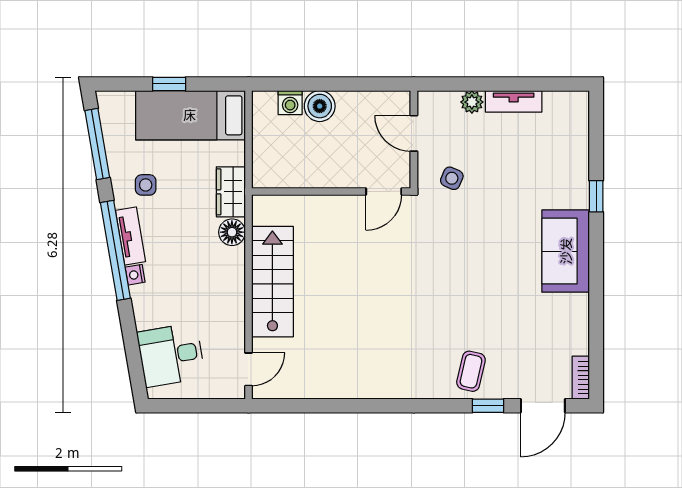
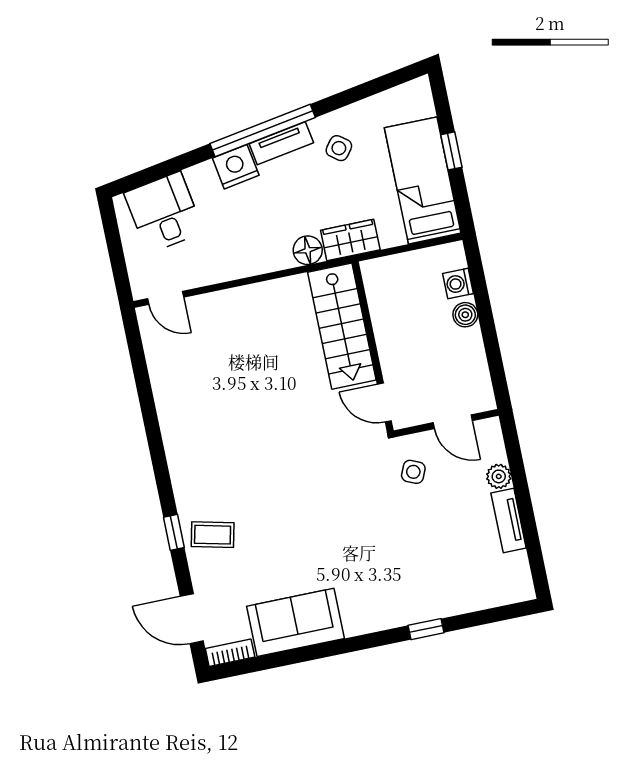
boiler: (320, 106) -> (465, 315), width x0.73, depth x0.73
door: (414, 133) -> (453, 422), swing flipped
window: (97, 144) -> (372, 88), removed
side table: (146, 185) -> (339, 148), turned 37
sofa: (566, 251) -> (296, 622), moved
nightstand: (135, 275) -> (236, 167), width x1.89, depth x1.79
stairs: (272, 282) -> (342, 326), moved, turned 90
window: (488, 406) -> (174, 532), moved

